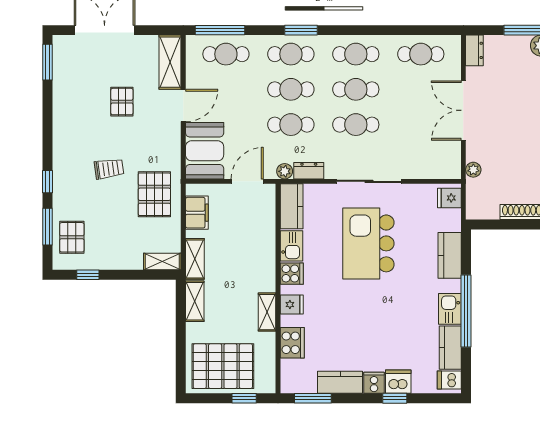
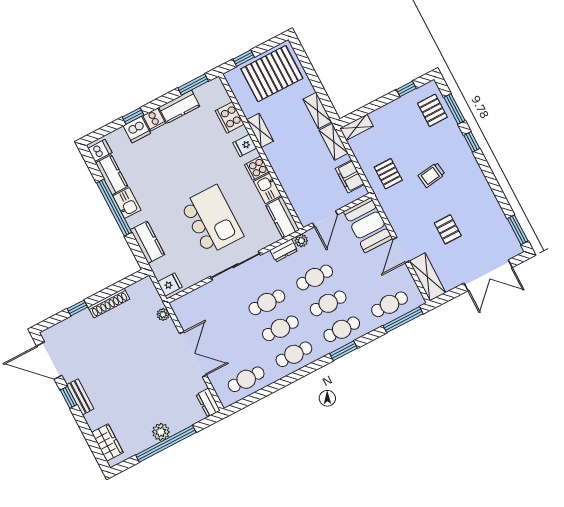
pallet: (154, 194) -> (388, 174), width x0.67, depth x0.71

